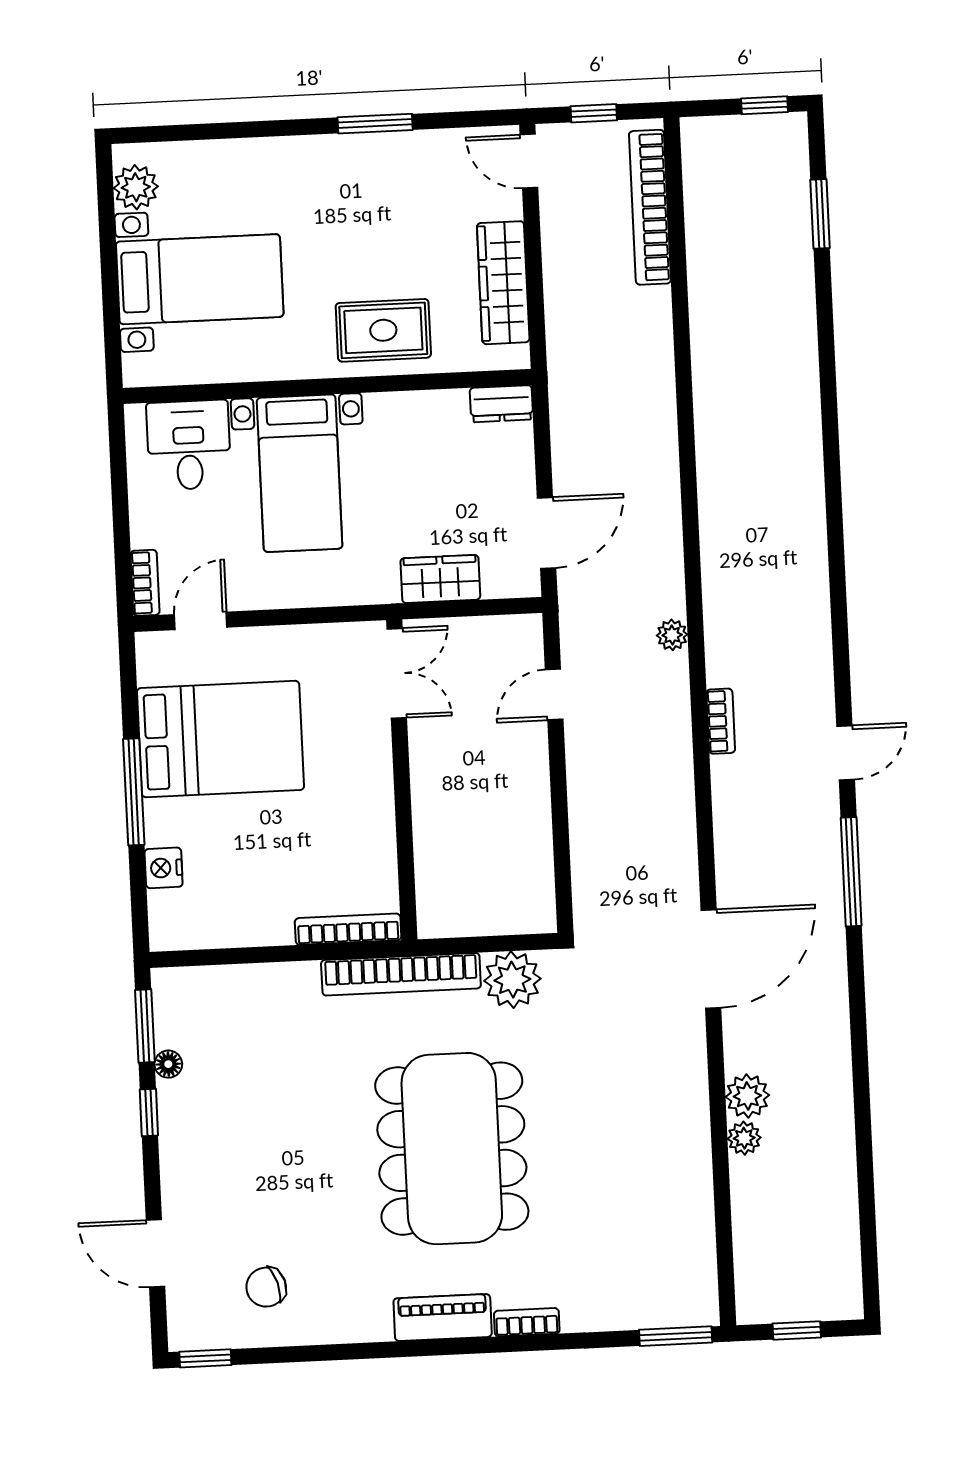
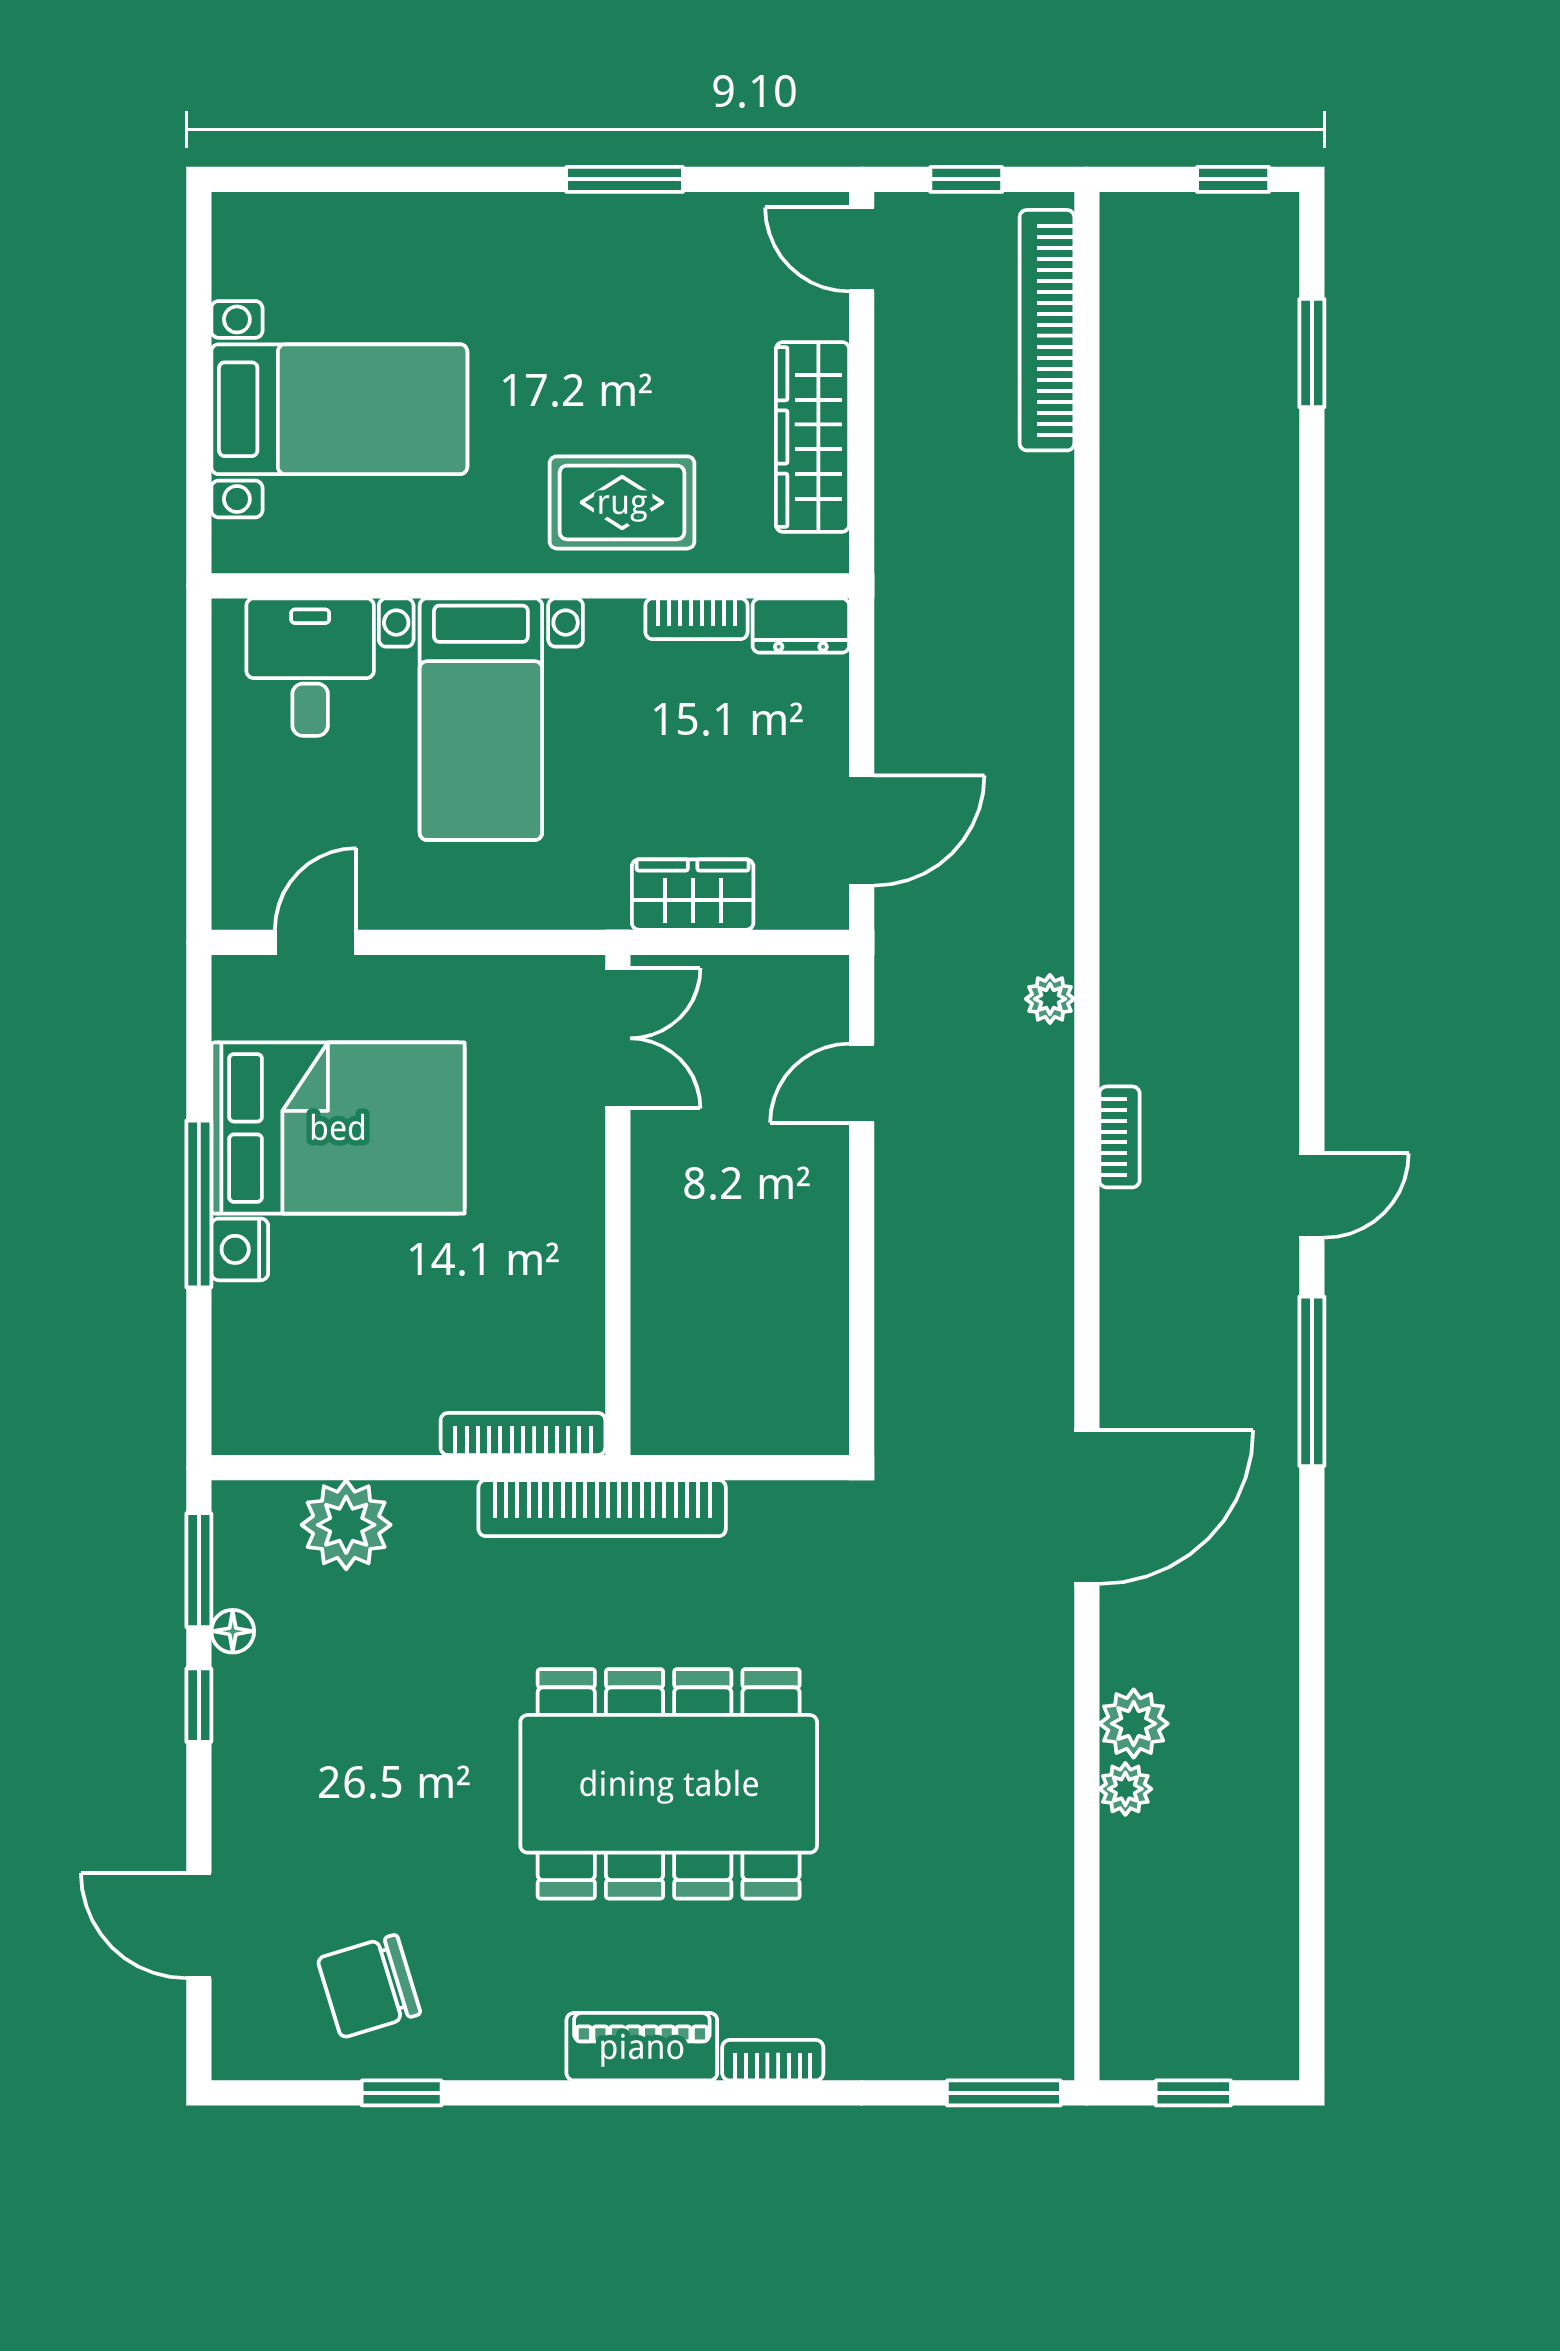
plant: (136, 187) -> (246, 261), removed
bookcase: (145, 583) -> (696, 619), moved, turned 90
nightstand: (164, 868) -> (240, 1249), moved
plant: (512, 980) -> (346, 1525), moved
dining table: (452, 1149) -> (669, 1784), turned 90
chair: (266, 1287) -> (369, 1986), width x1.37, depth x1.37
window: (205, 1358) -> (402, 2093), moved

